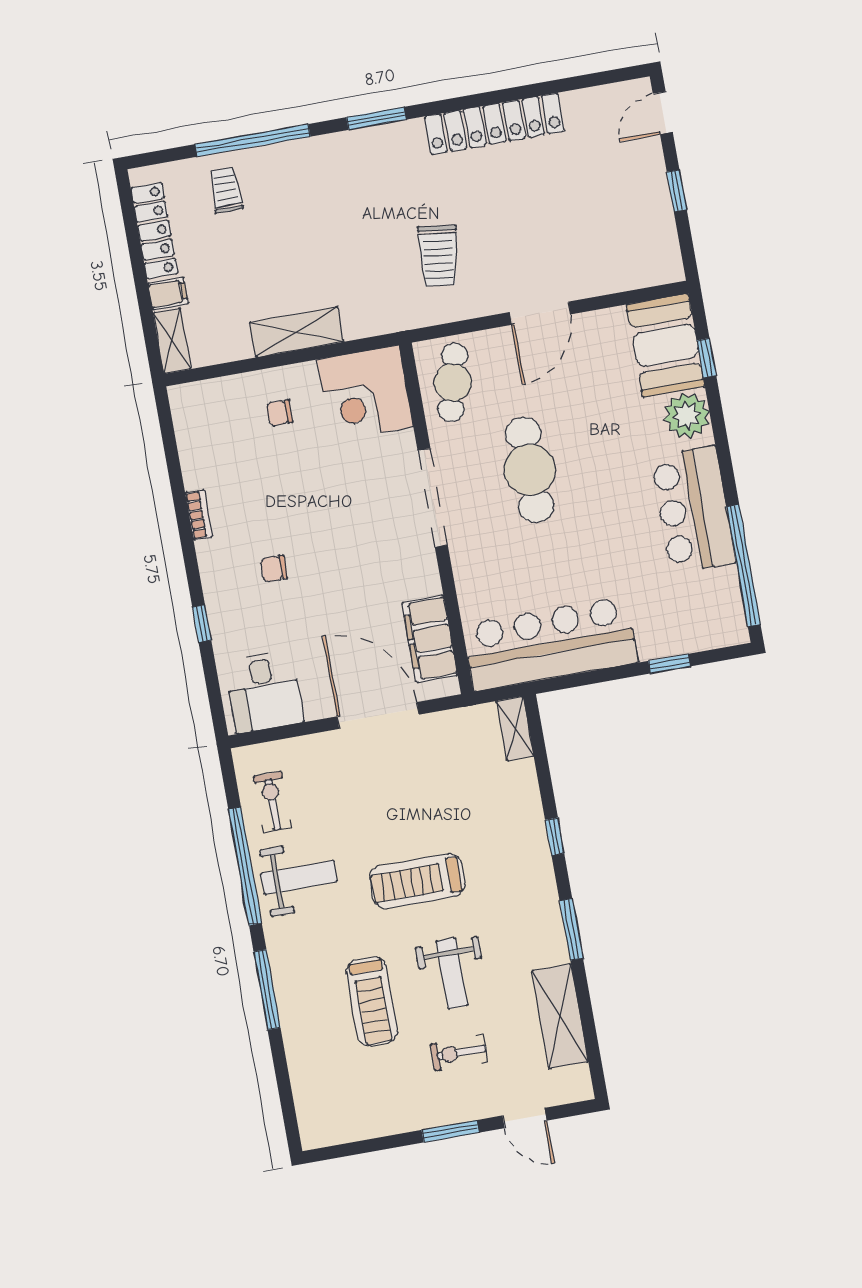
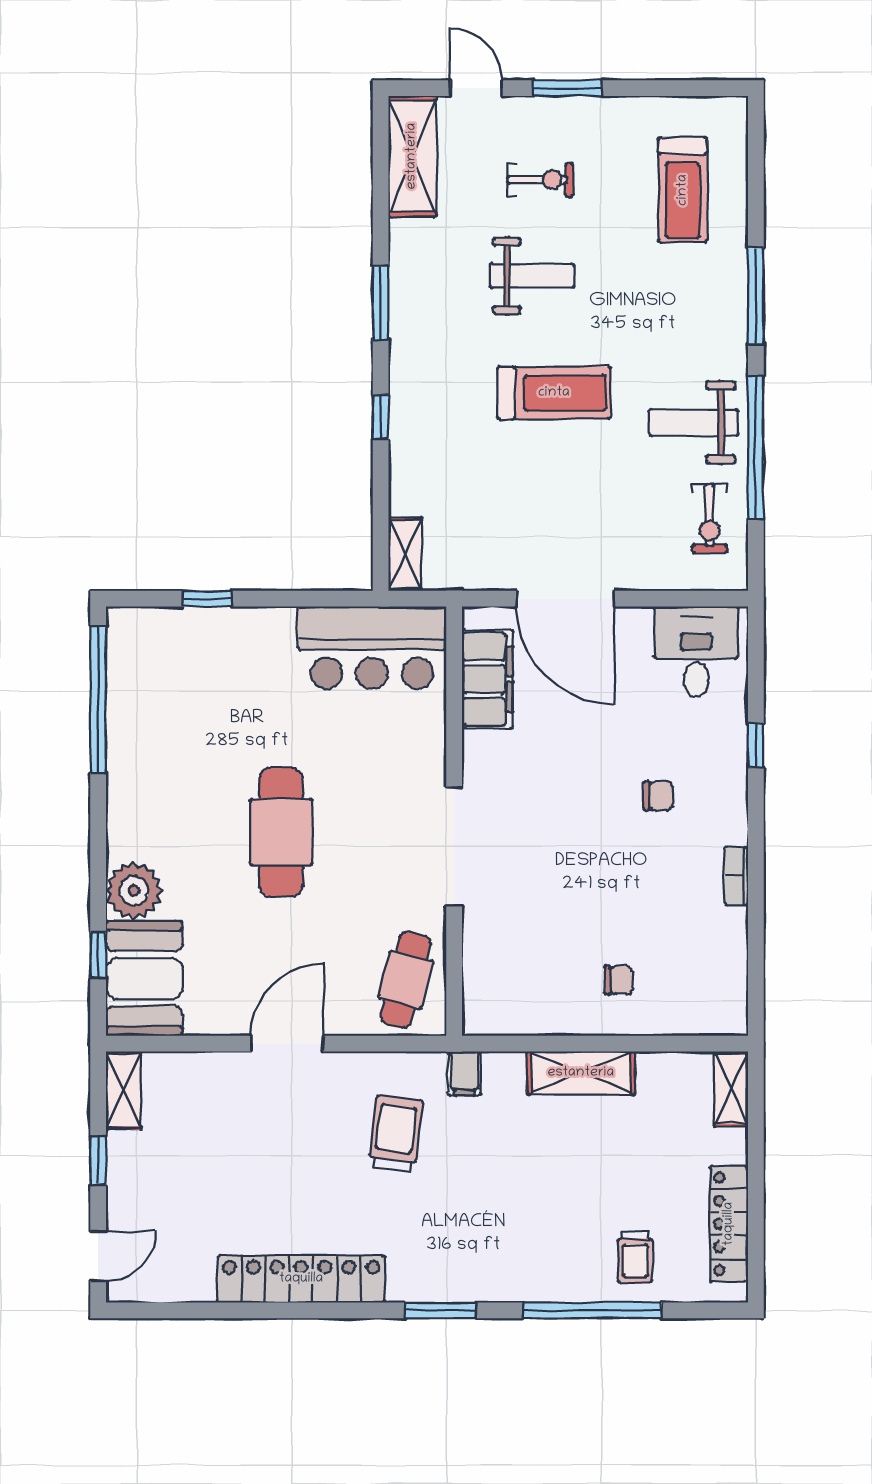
shelving: (666, 251) -> (124, 1090), added
filing cabinet: (168, 293) -> (465, 1073), moved, turned -90
corner desk: (365, 393) -> (512, 985), removed
cafe table: (530, 470) -> (281, 832), moved
bar counter: (693, 510) -> (146, 777), removed
bar counter: (550, 644) -> (372, 648), width x0.73
weight bench: (452, 973) -> (532, 276), turned 90
treadmill: (372, 1001) -> (683, 190), moved, turned 180
shelving: (560, 1016) -> (412, 156), moved

